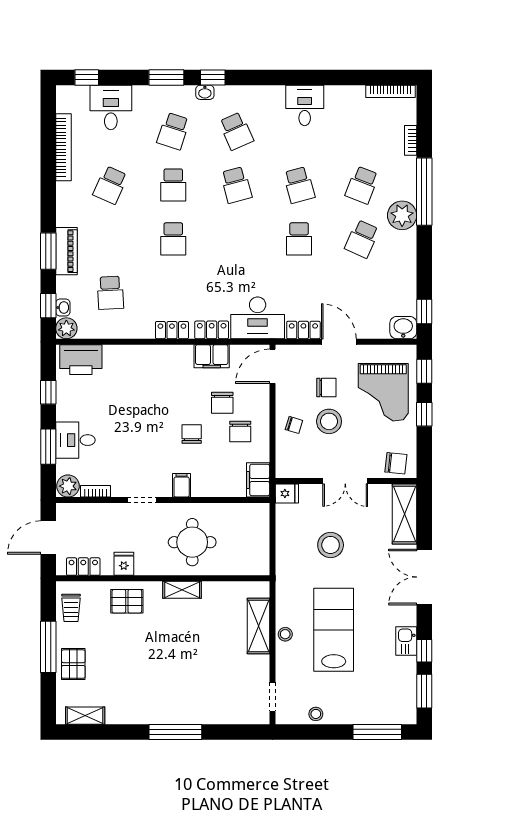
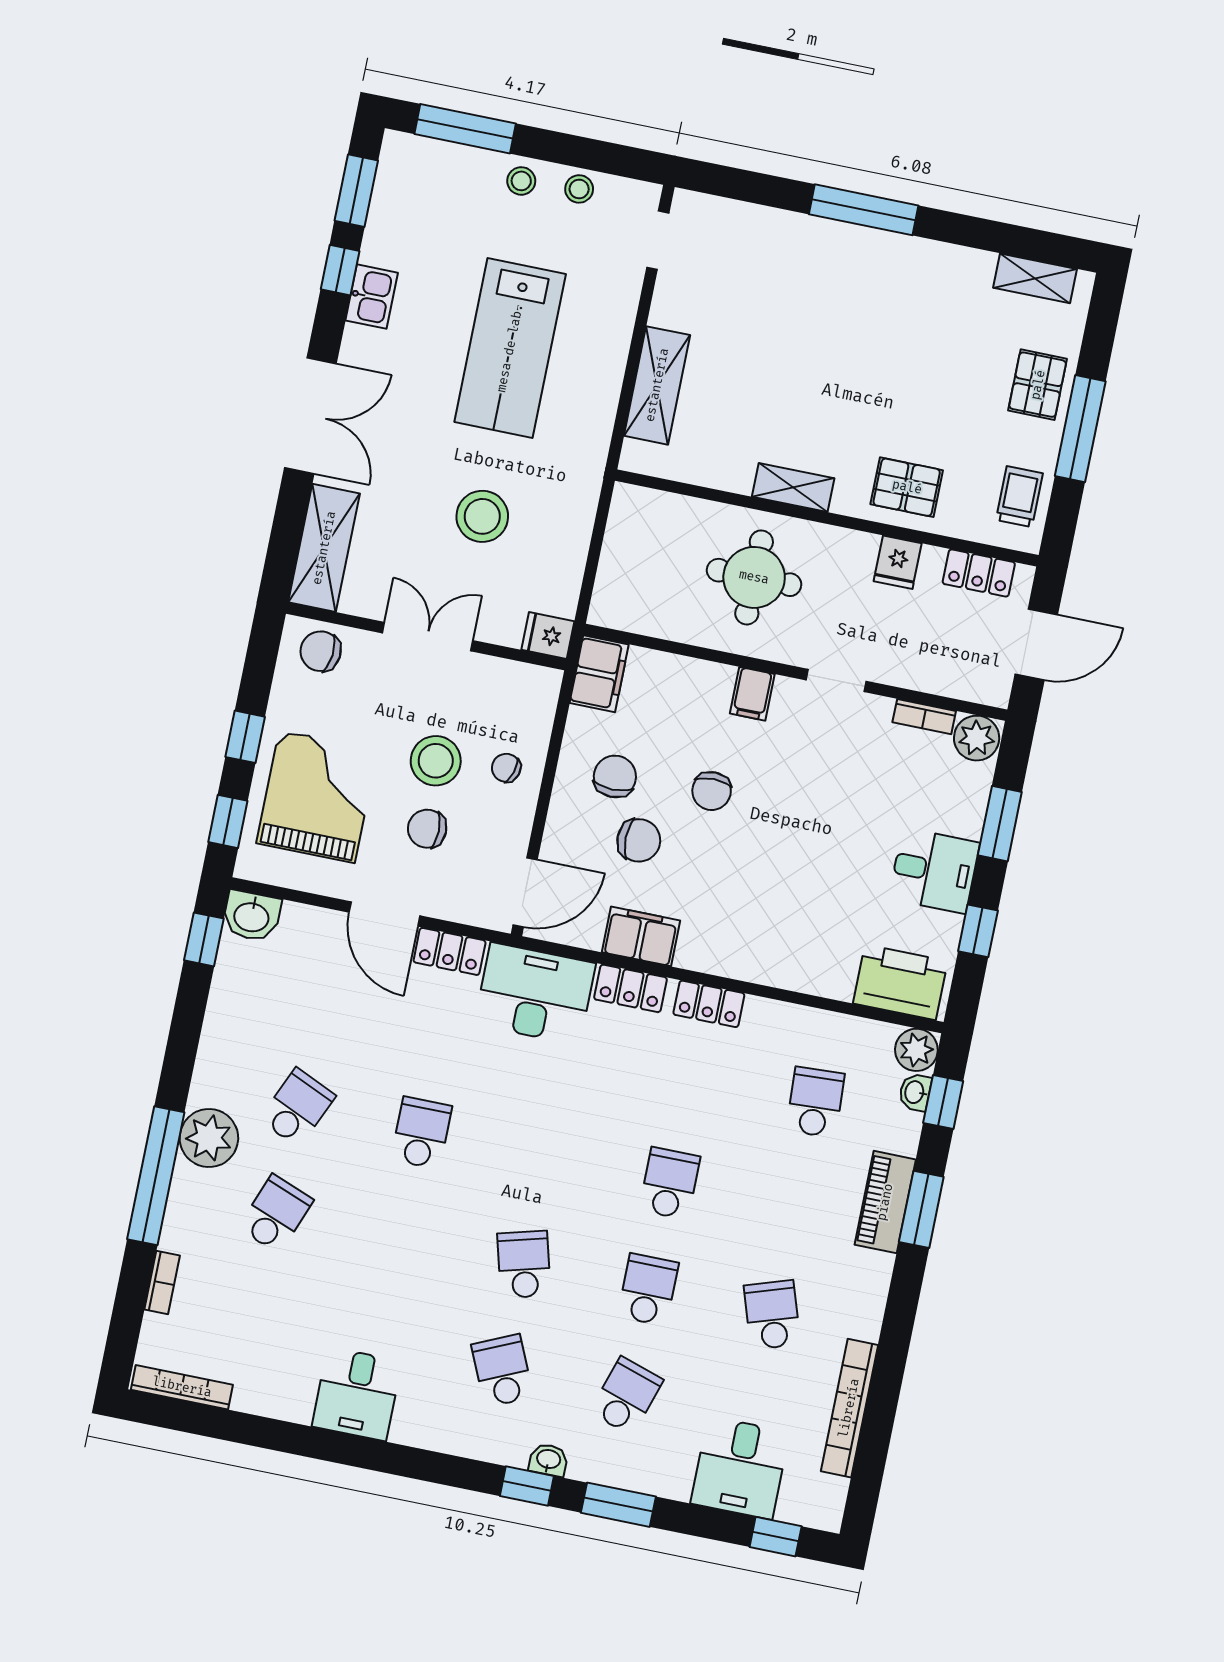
school desk: (110, 185) -> (772, 1315), turned -42
school desk: (299, 185) -> (400, 1239), removed
chair: (222, 403) -> (639, 840), turned 90
desk: (75, 440) -> (934, 871), moved
stool: (285, 634) -> (521, 181), moved

